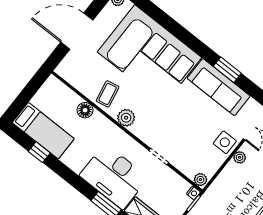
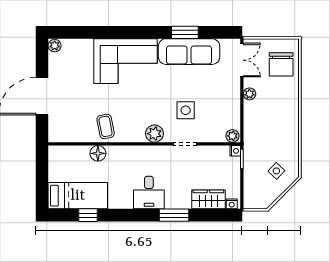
corner sofa: (150, 55) -> (126, 61), width x0.73, depth x0.74
plant: (126, 118) -> (155, 134), moved
side table: (225, 142) -> (186, 110), moved
desk: (114, 177) -> (149, 193), width x0.53, depth x0.77

